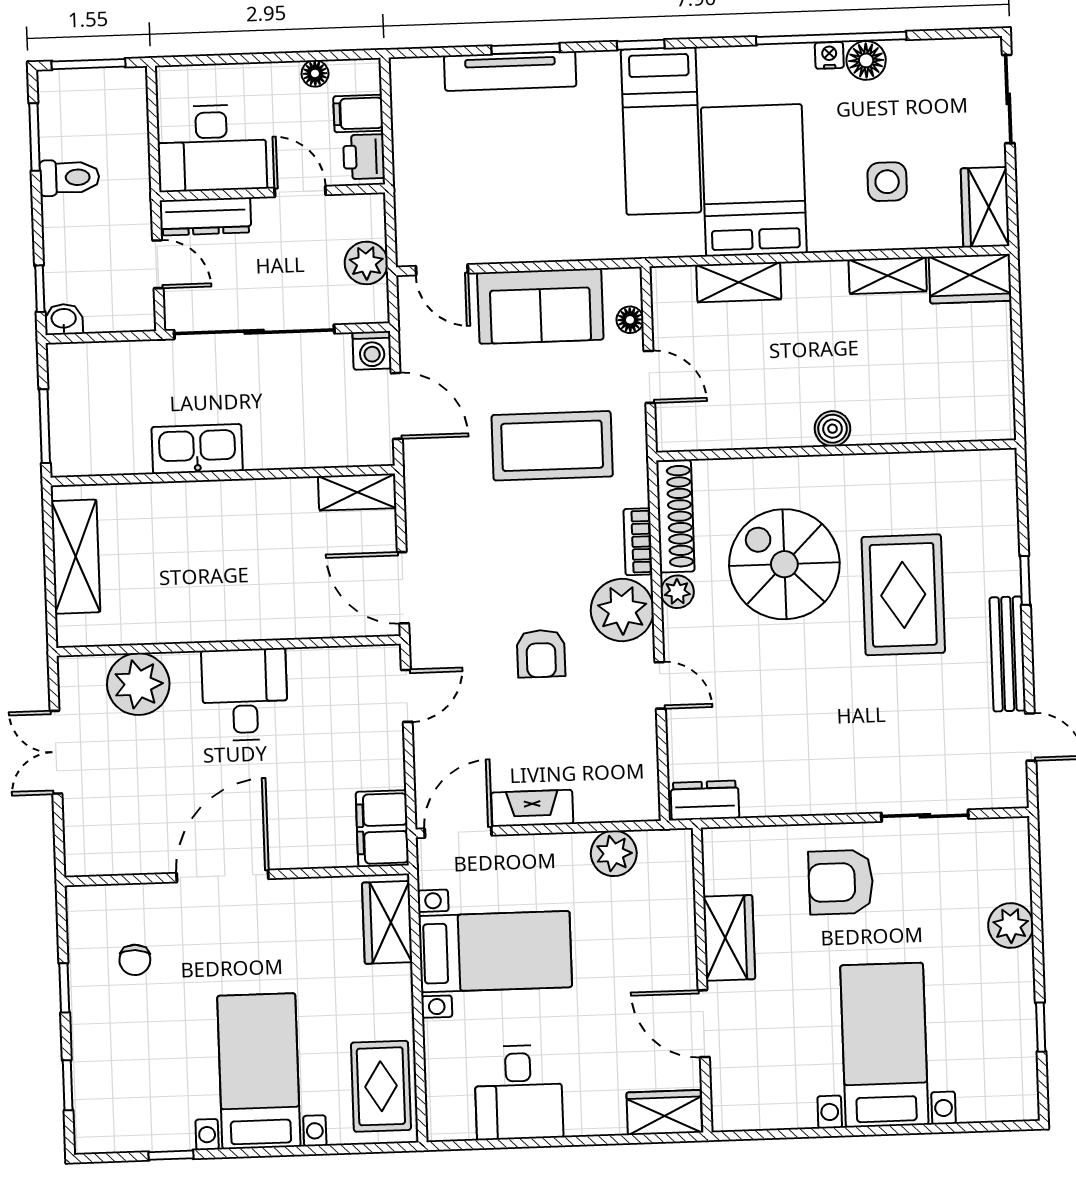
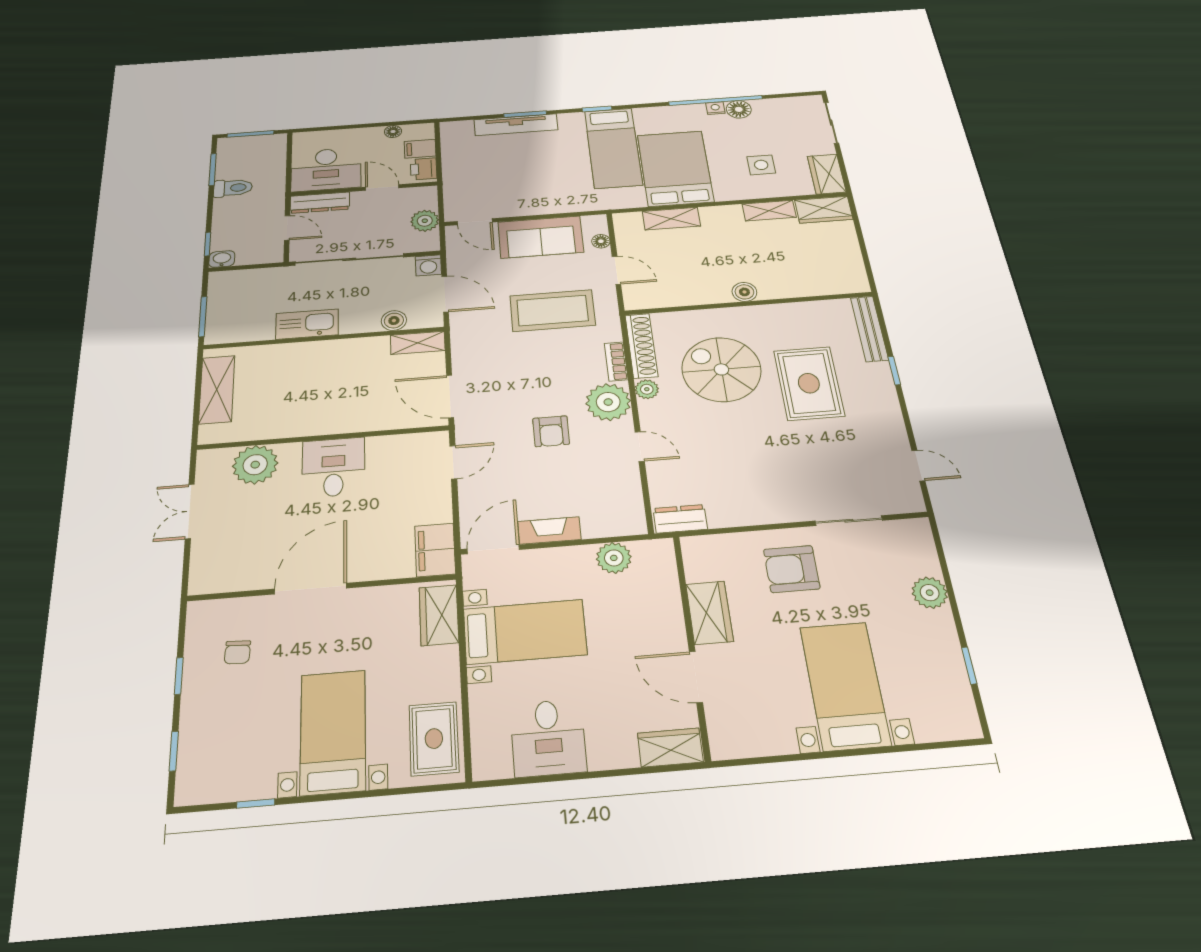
boiler: (322, 450) -> (394, 321), added
bench: (1008, 654) -> (869, 329), moved

